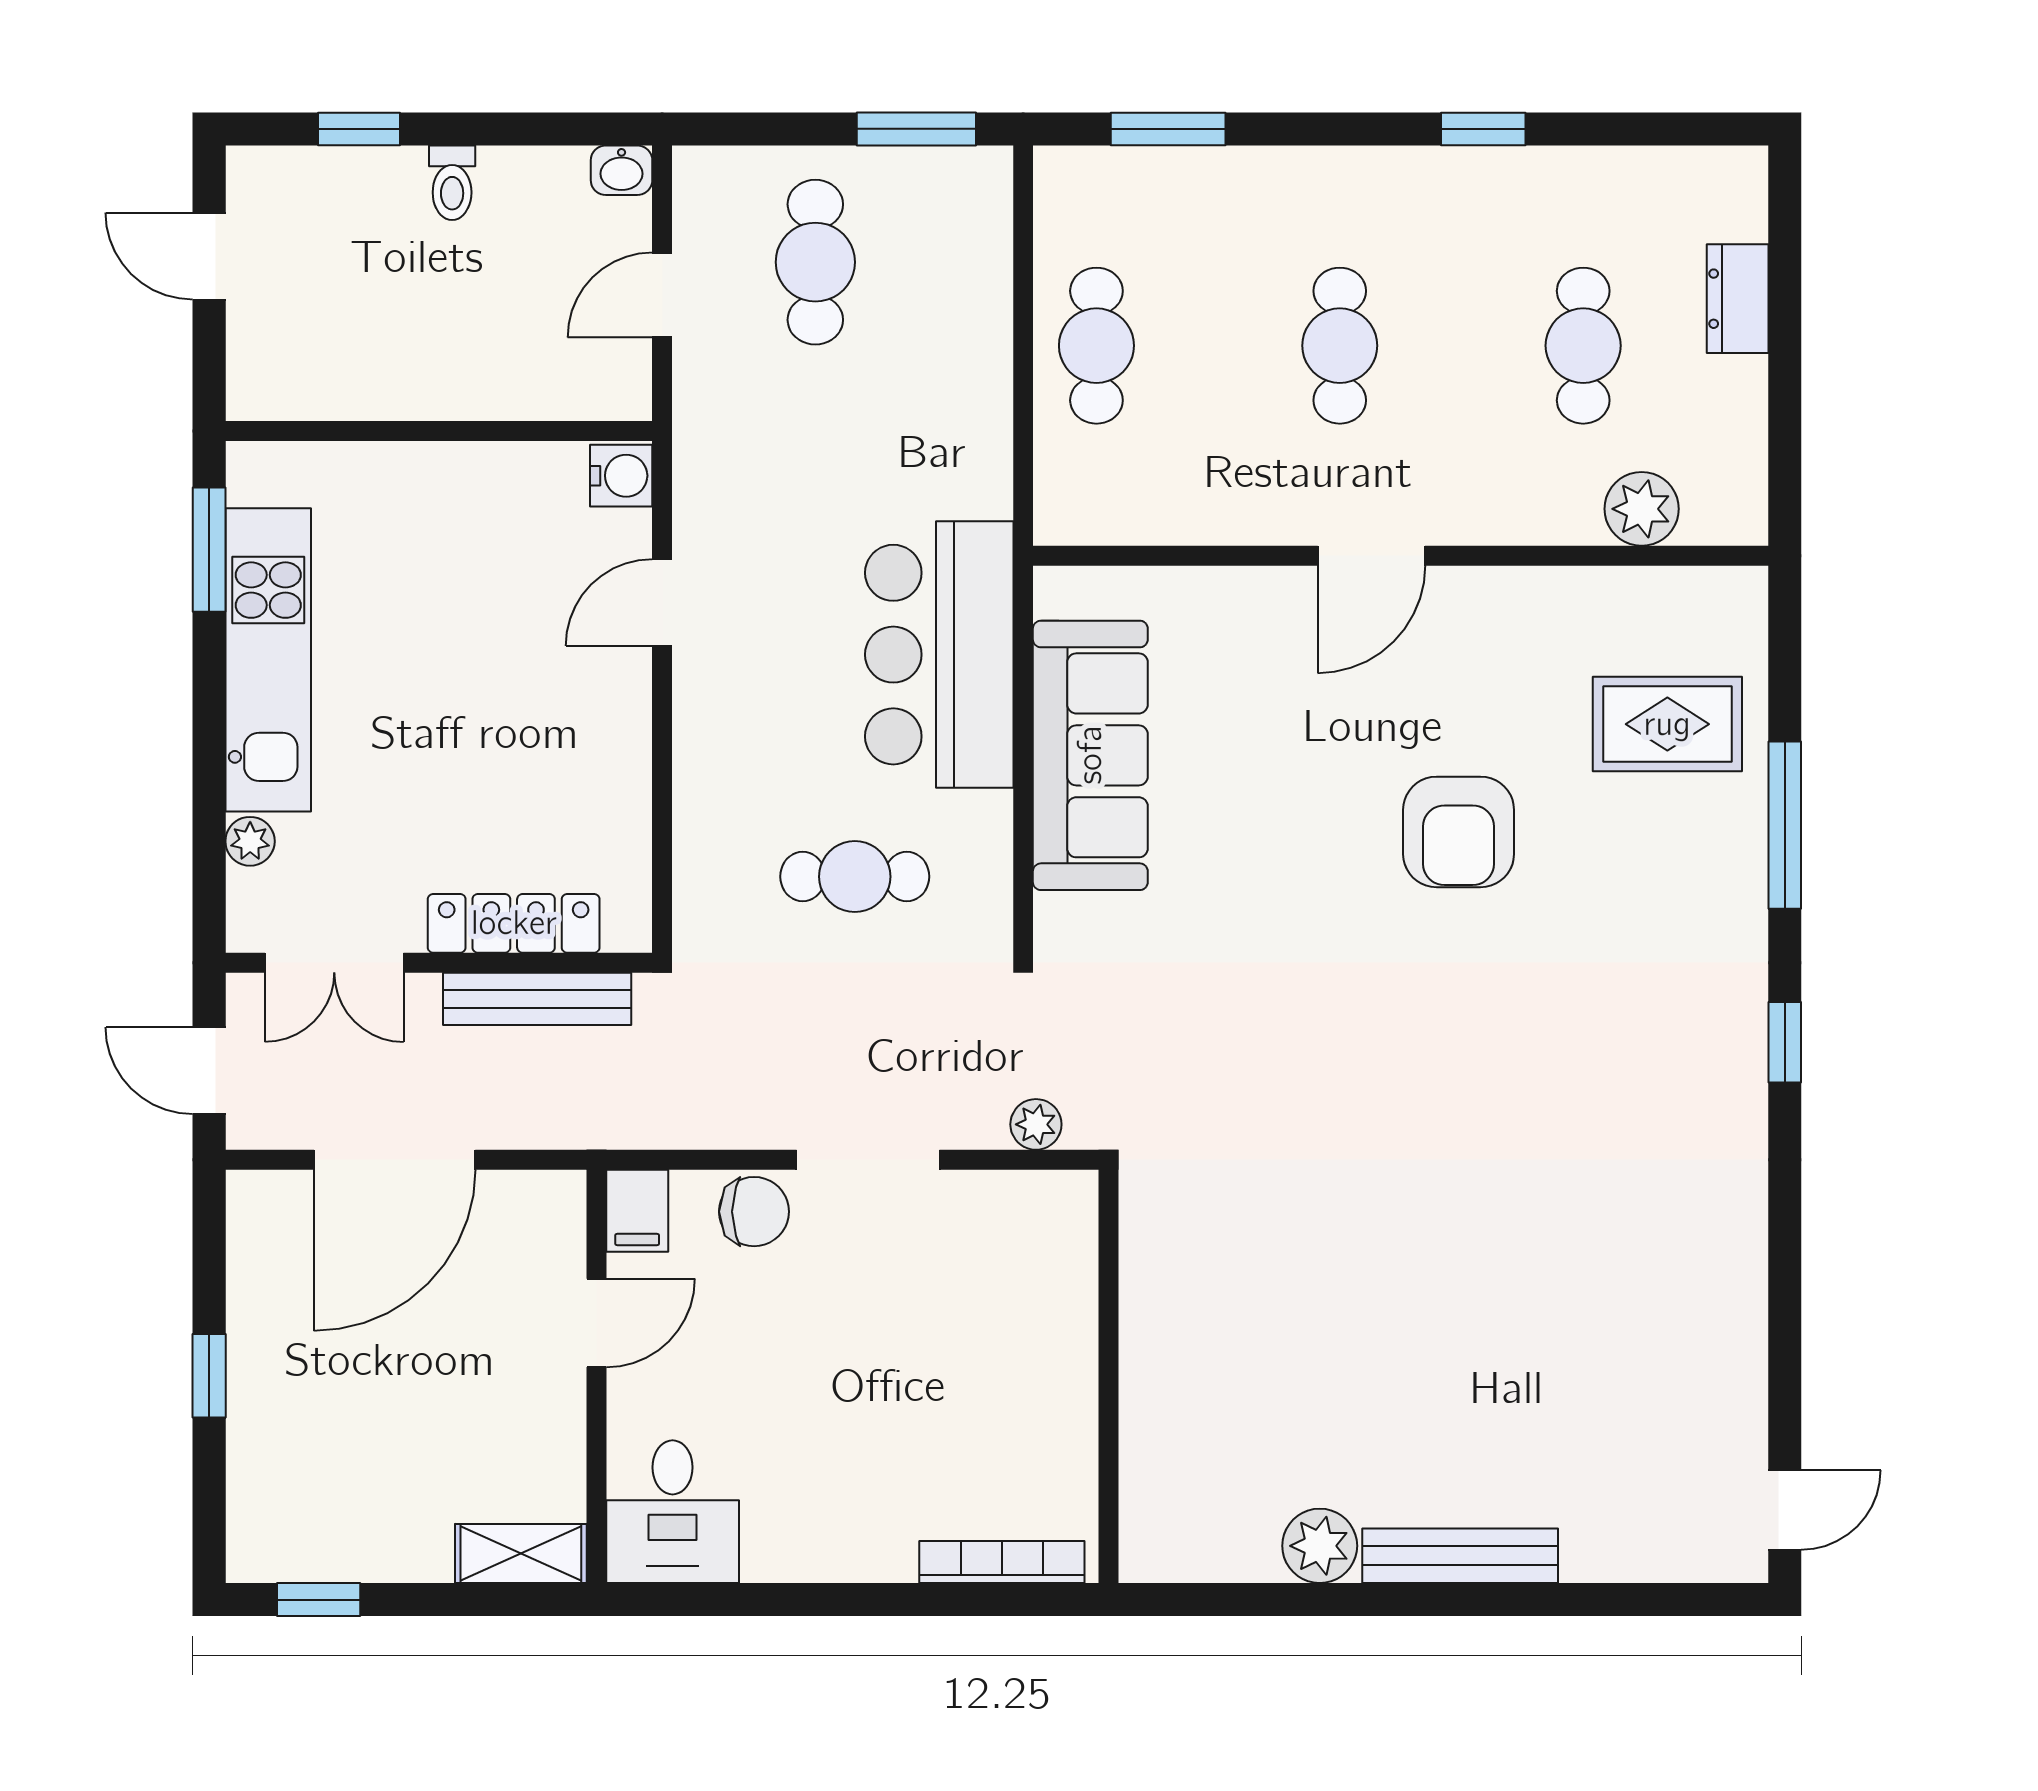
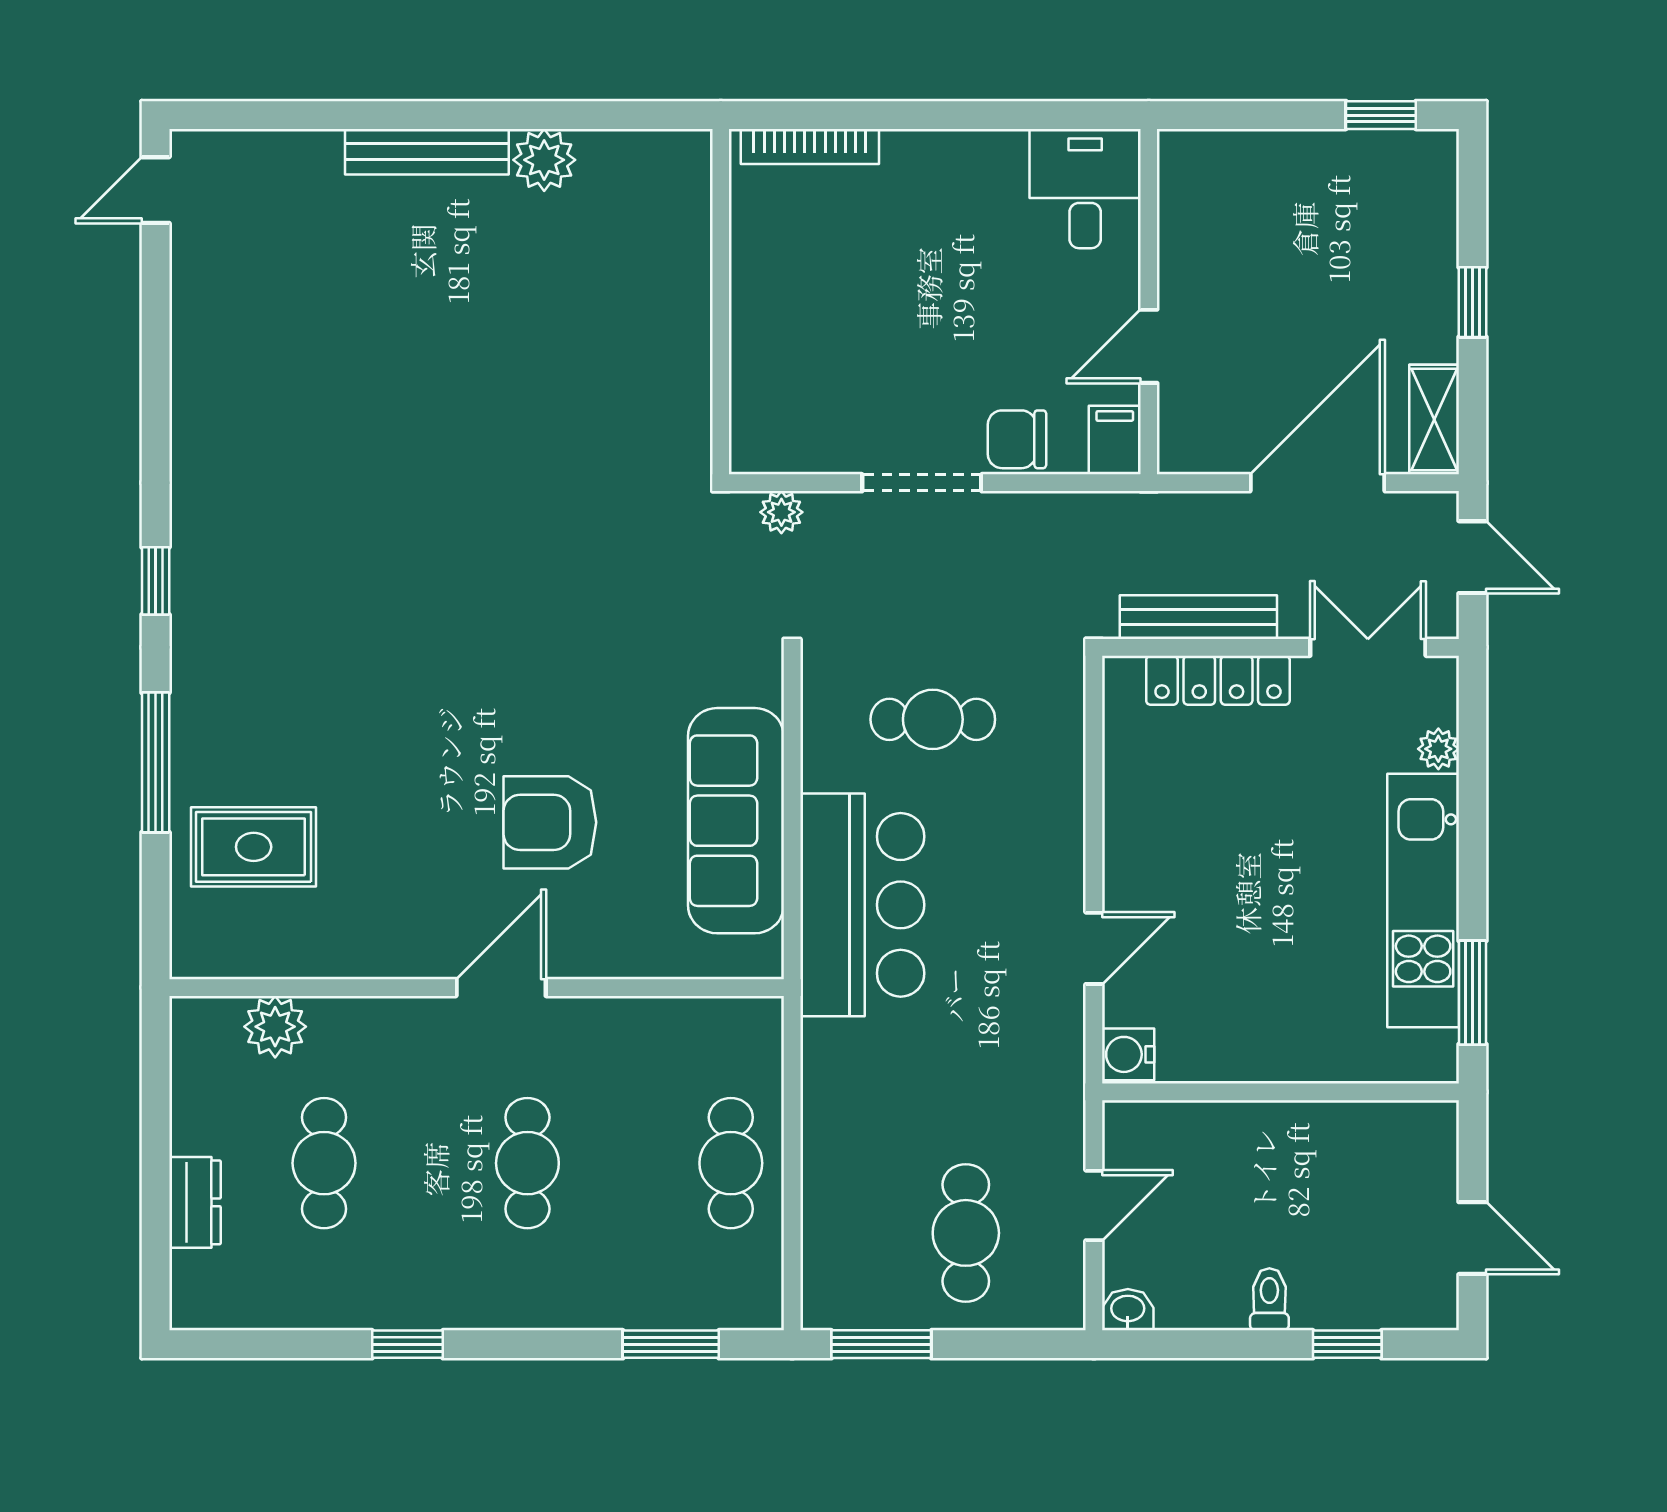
armchair: (1459, 832) -> (550, 822), moved, turned -90
shelving: (521, 1554) -> (1434, 420), moved, turned 90

